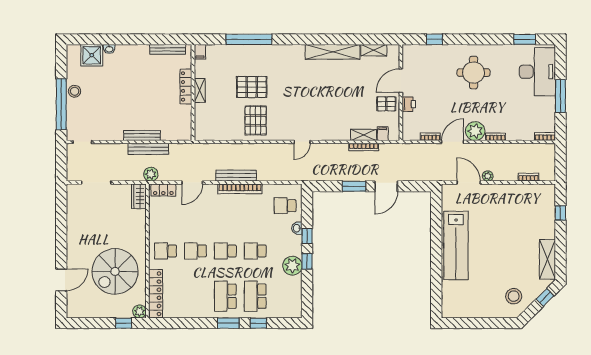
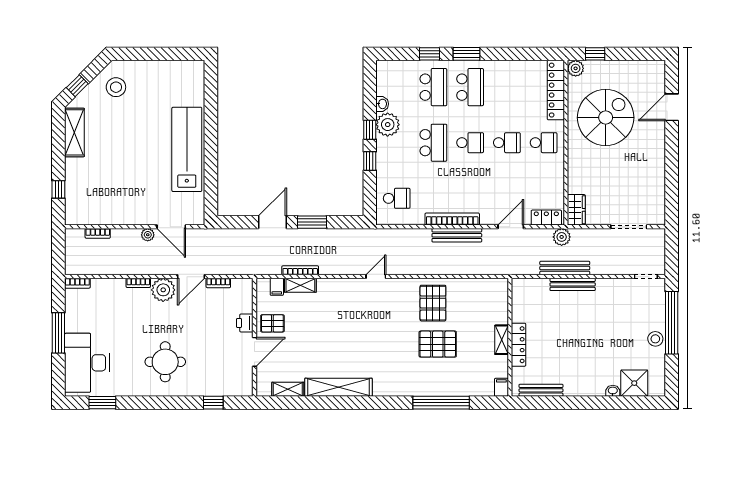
washbasin: (297, 228) -> (382, 104), moved
school desk: (255, 251) -> (433, 143), width x1.85

